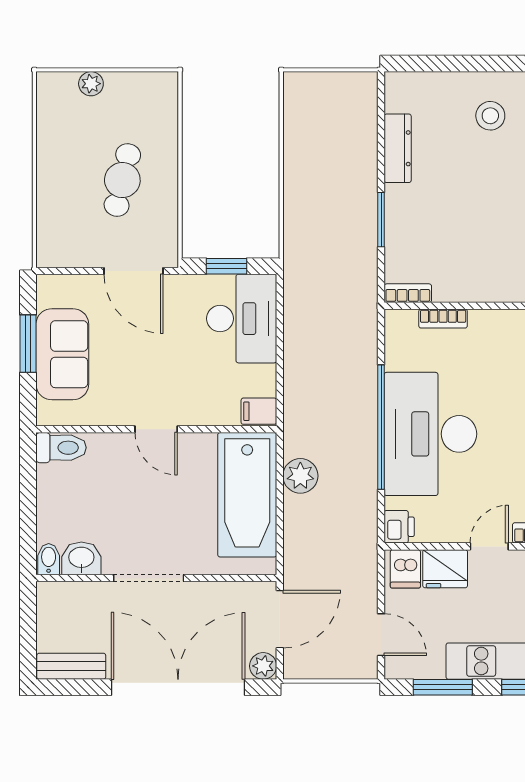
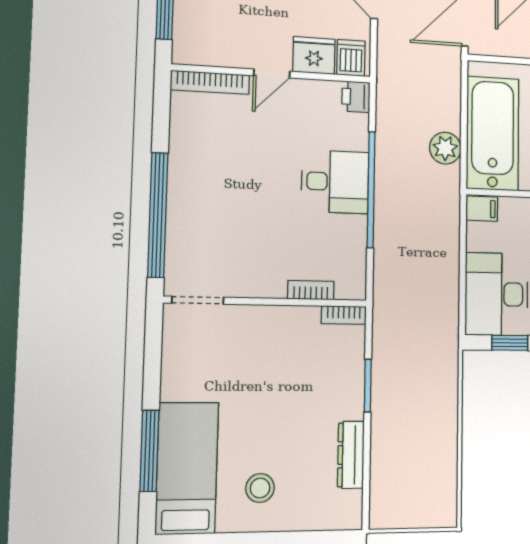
desk: (430, 434) -> (335, 182), width x0.53, depth x0.77

